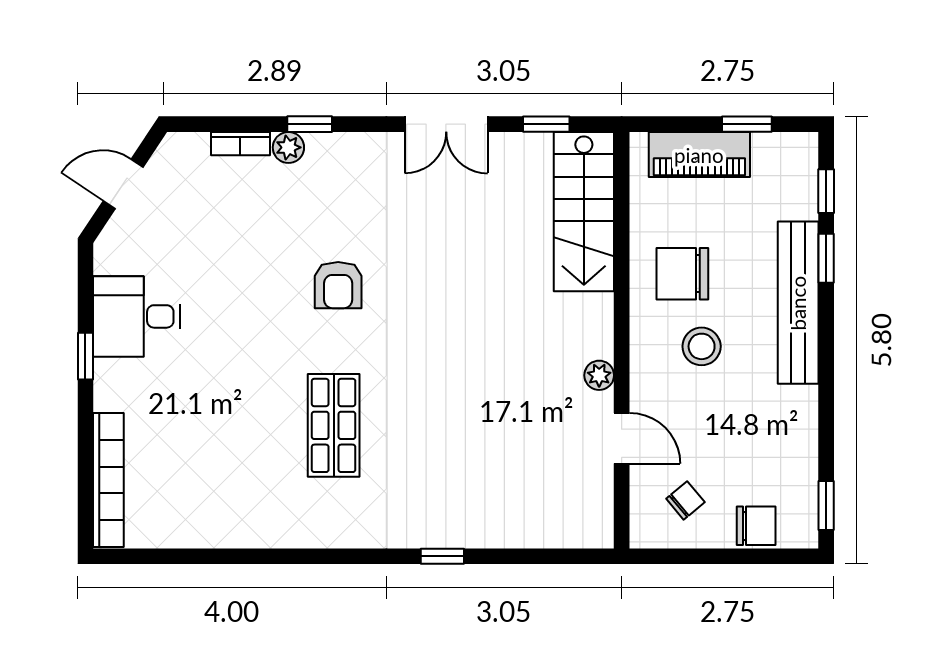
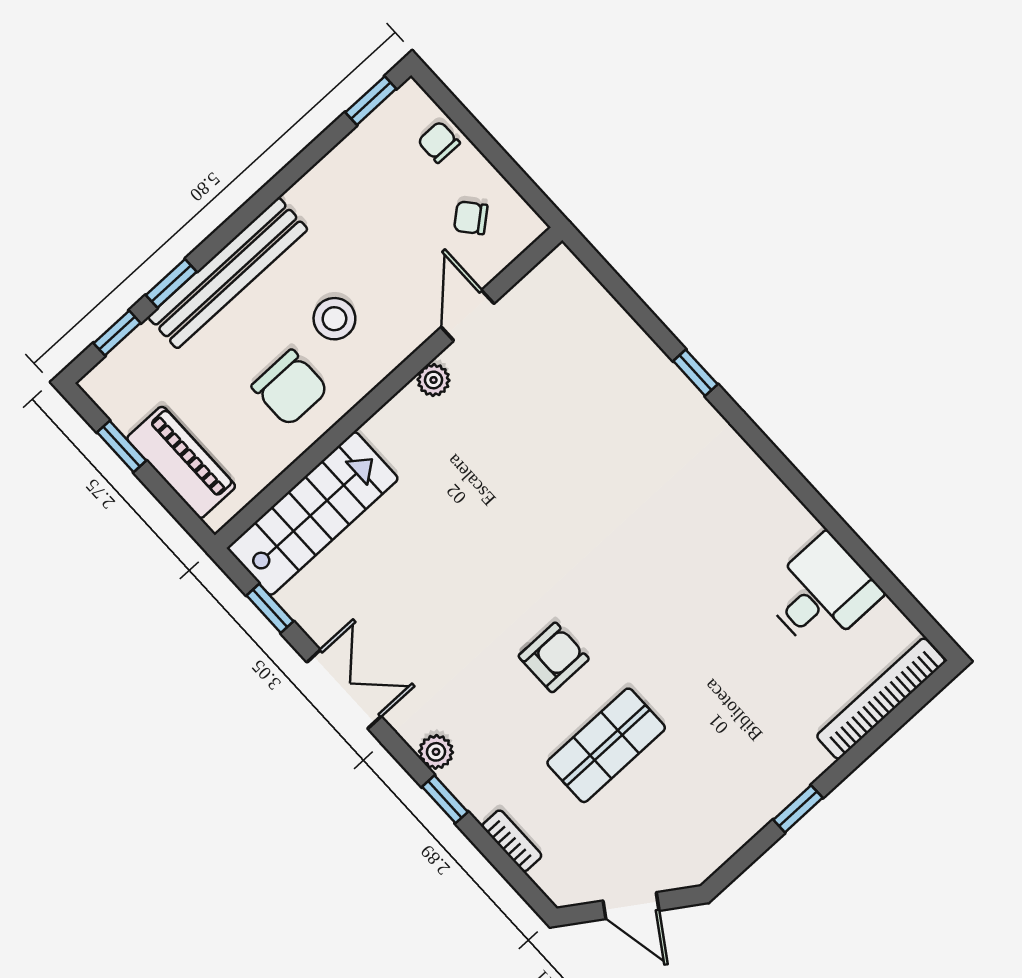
plant: (288, 147) -> (436, 752), moved
desk: (137, 316) -> (821, 593), moved, turned -90
shop shelf: (334, 425) -> (606, 745), moved
chair: (756, 526) -> (439, 142), width x0.73, depth x0.73

